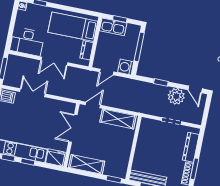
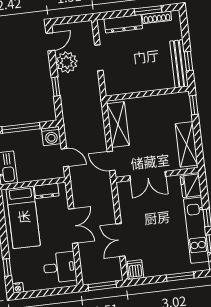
desk: (27, 42) -> (60, 267), width x0.73

